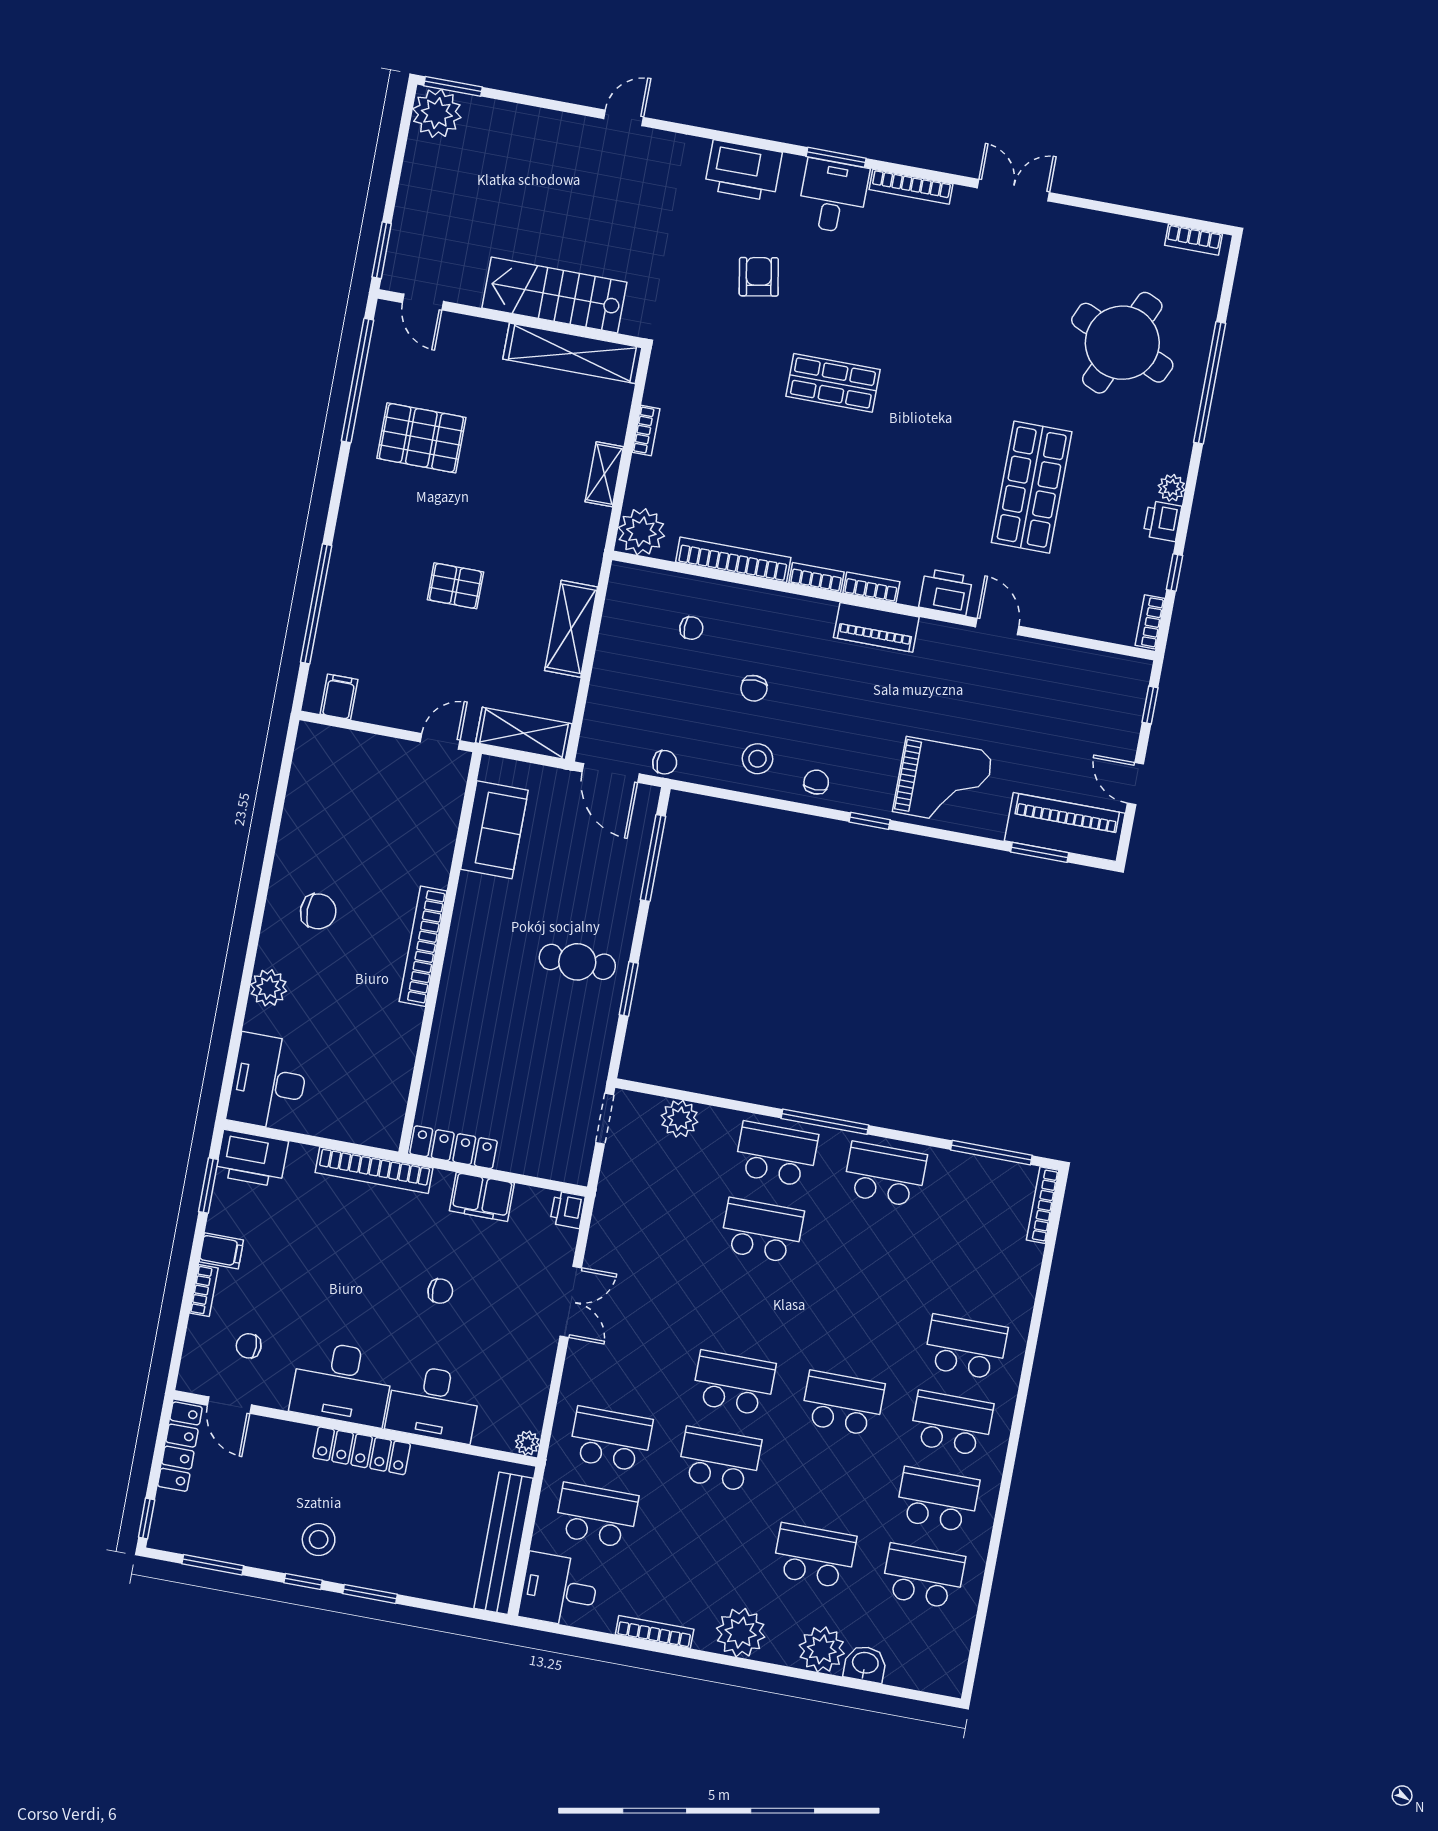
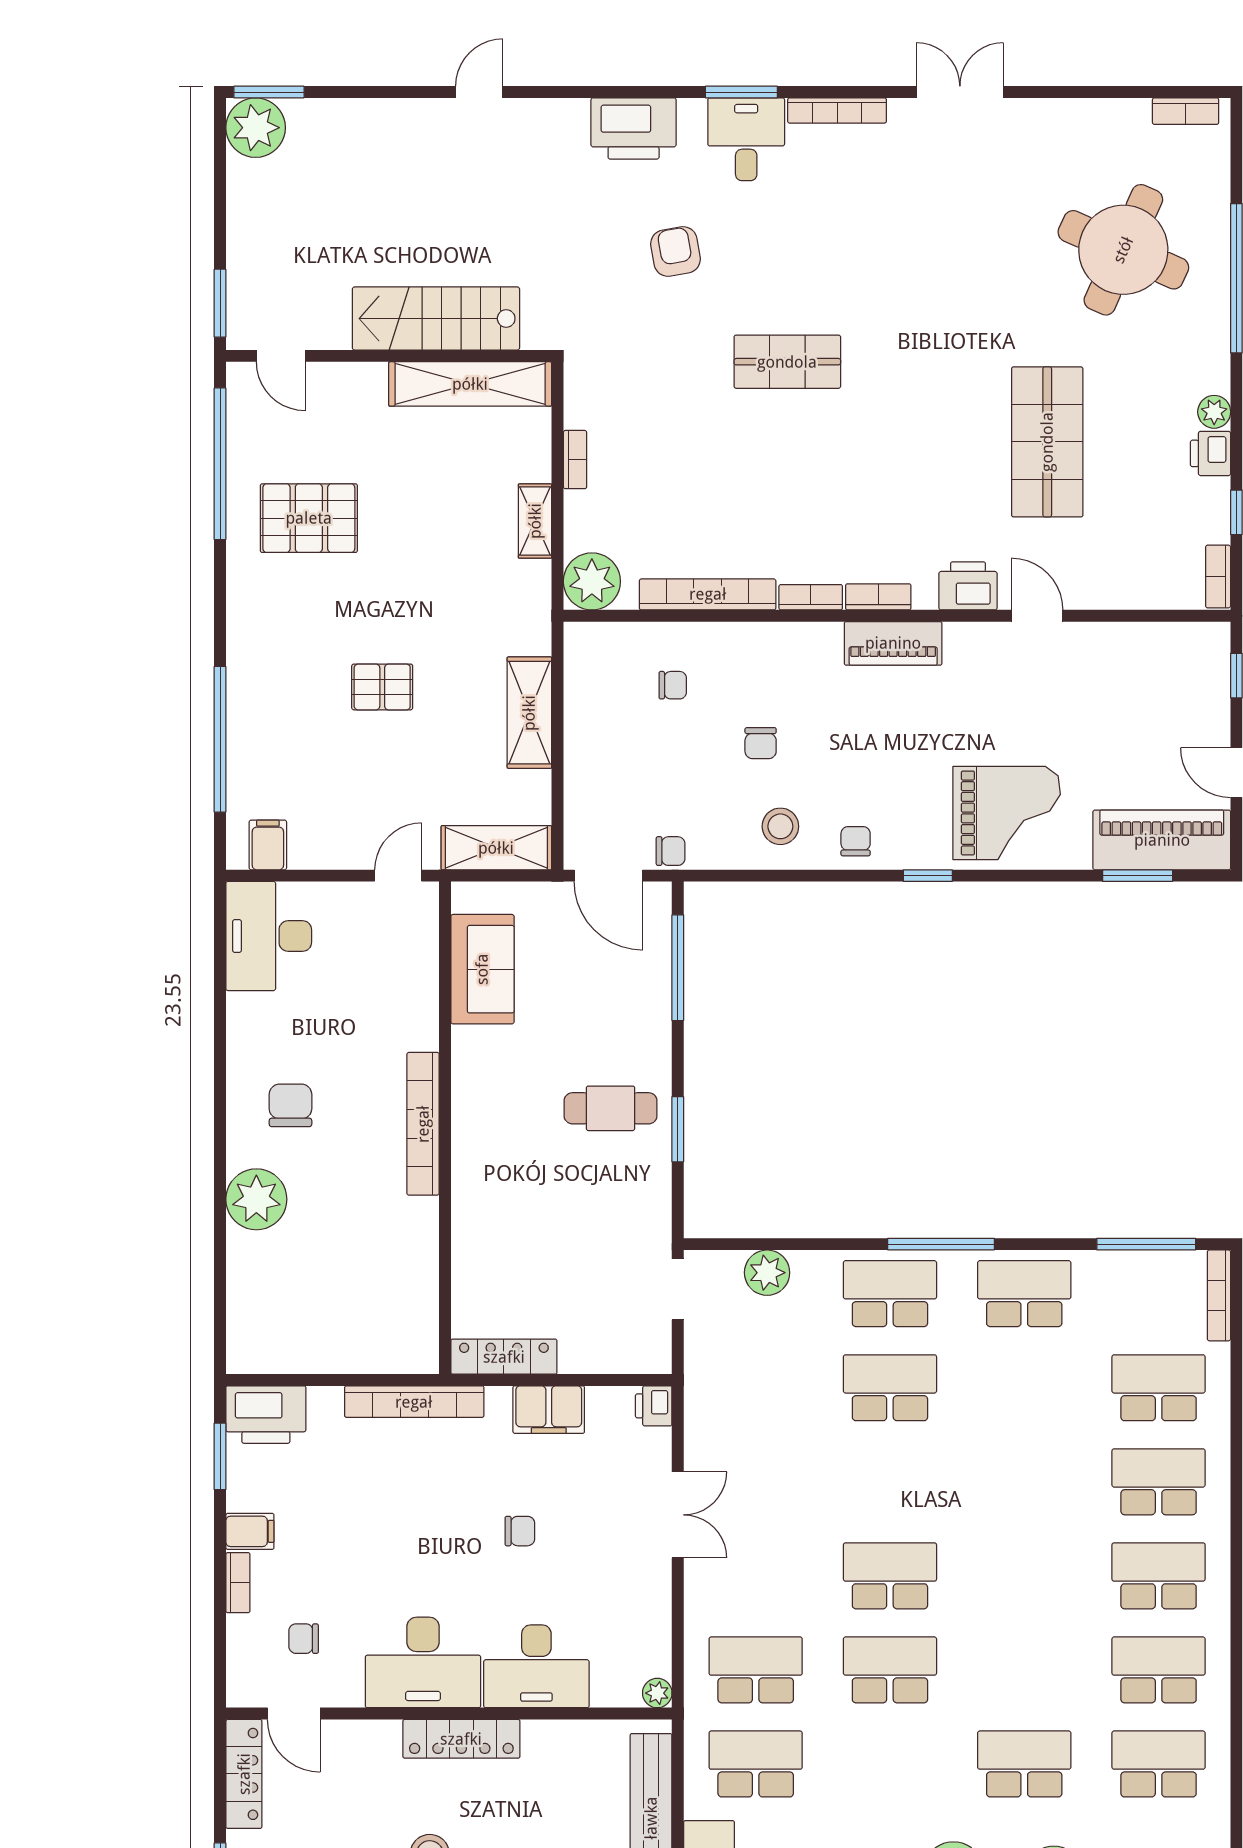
chair: (318, 911) -> (290, 1105), turned -90
plant: (269, 988) -> (256, 1199), width x1.36, depth x1.36
desk: (268, 1082) -> (269, 936), moved
school desk: (843, 1403) -> (1159, 1388), moved

